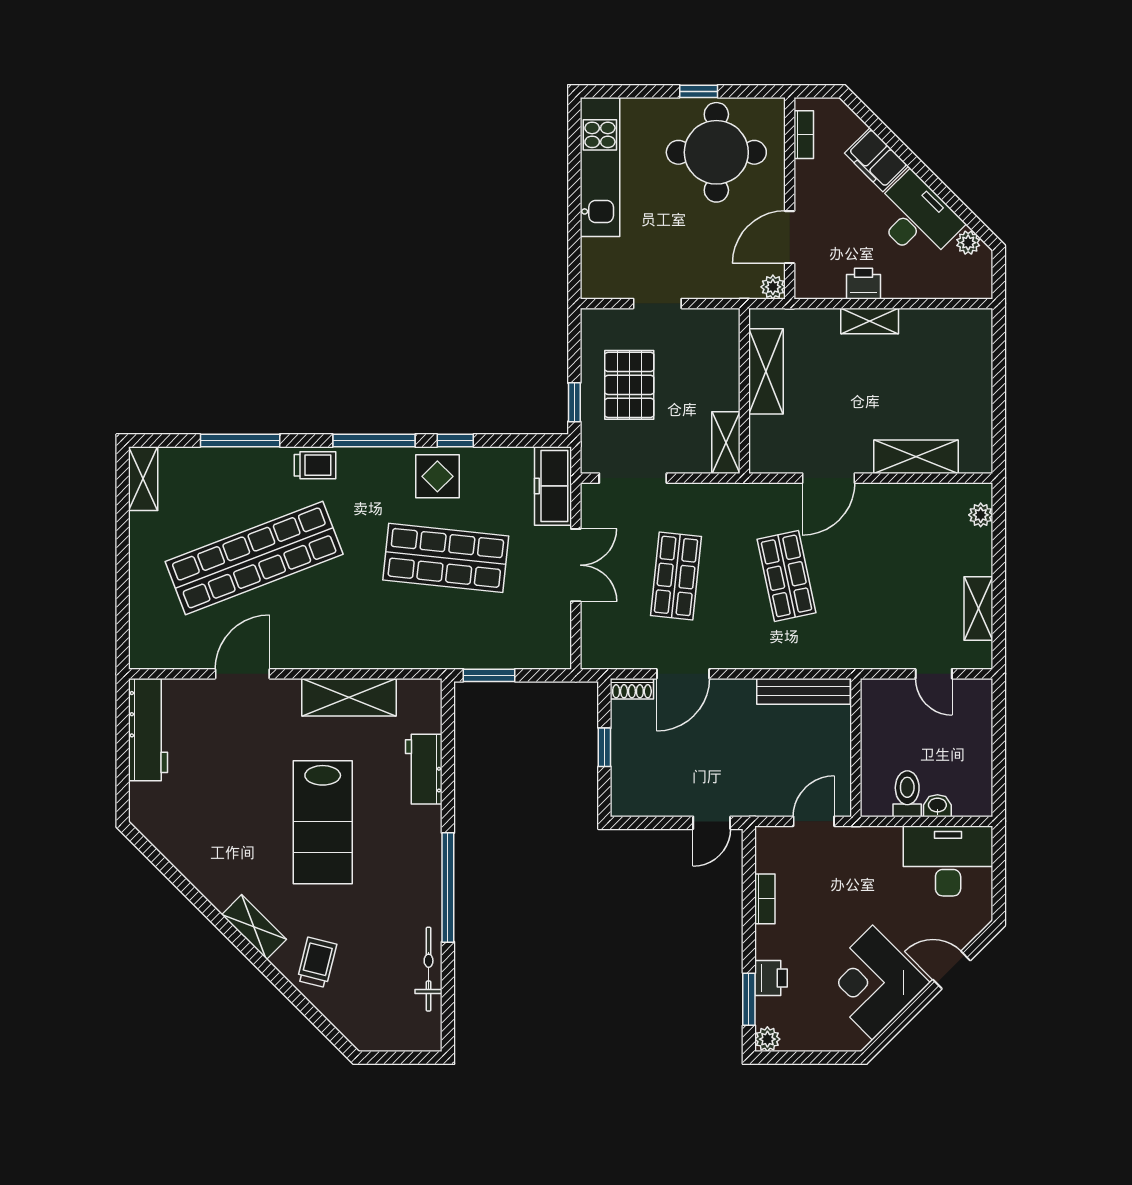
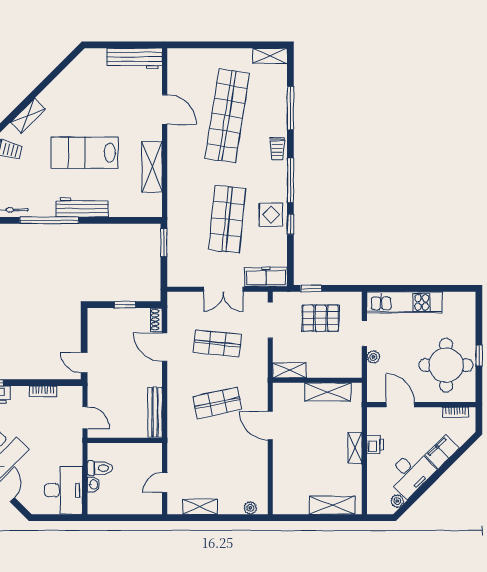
kitchen unit: (600, 167) -> (404, 302), moved
plant: (773, 287) -> (373, 357), moved
shelving: (916, 457) -> (332, 505), moved, turned 90
shop shelf: (254, 558) -> (227, 116), turned 30
workbench: (424, 769) -> (82, 207), moved, width x1.37

